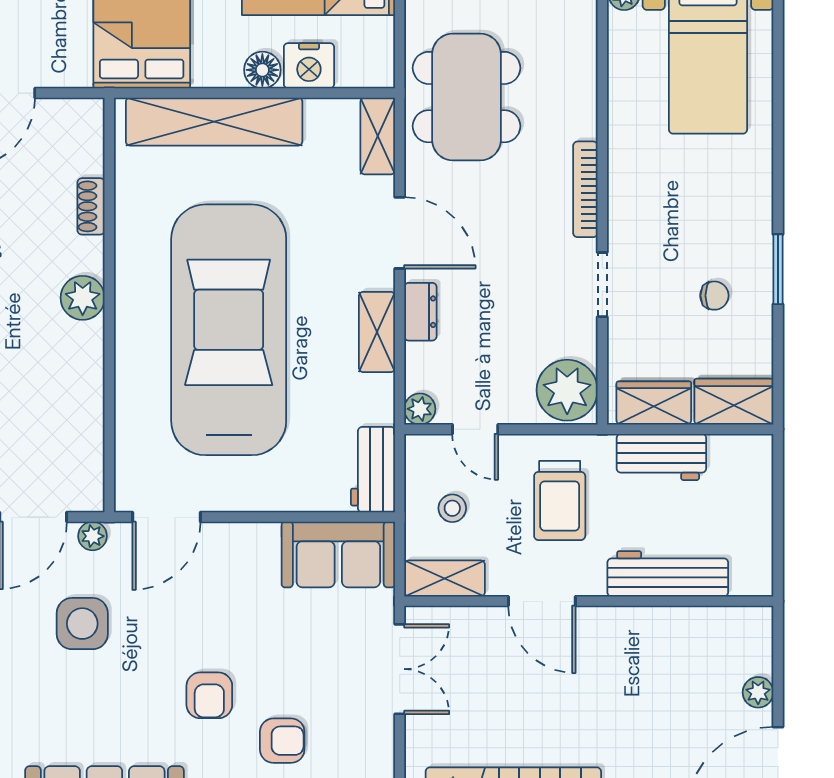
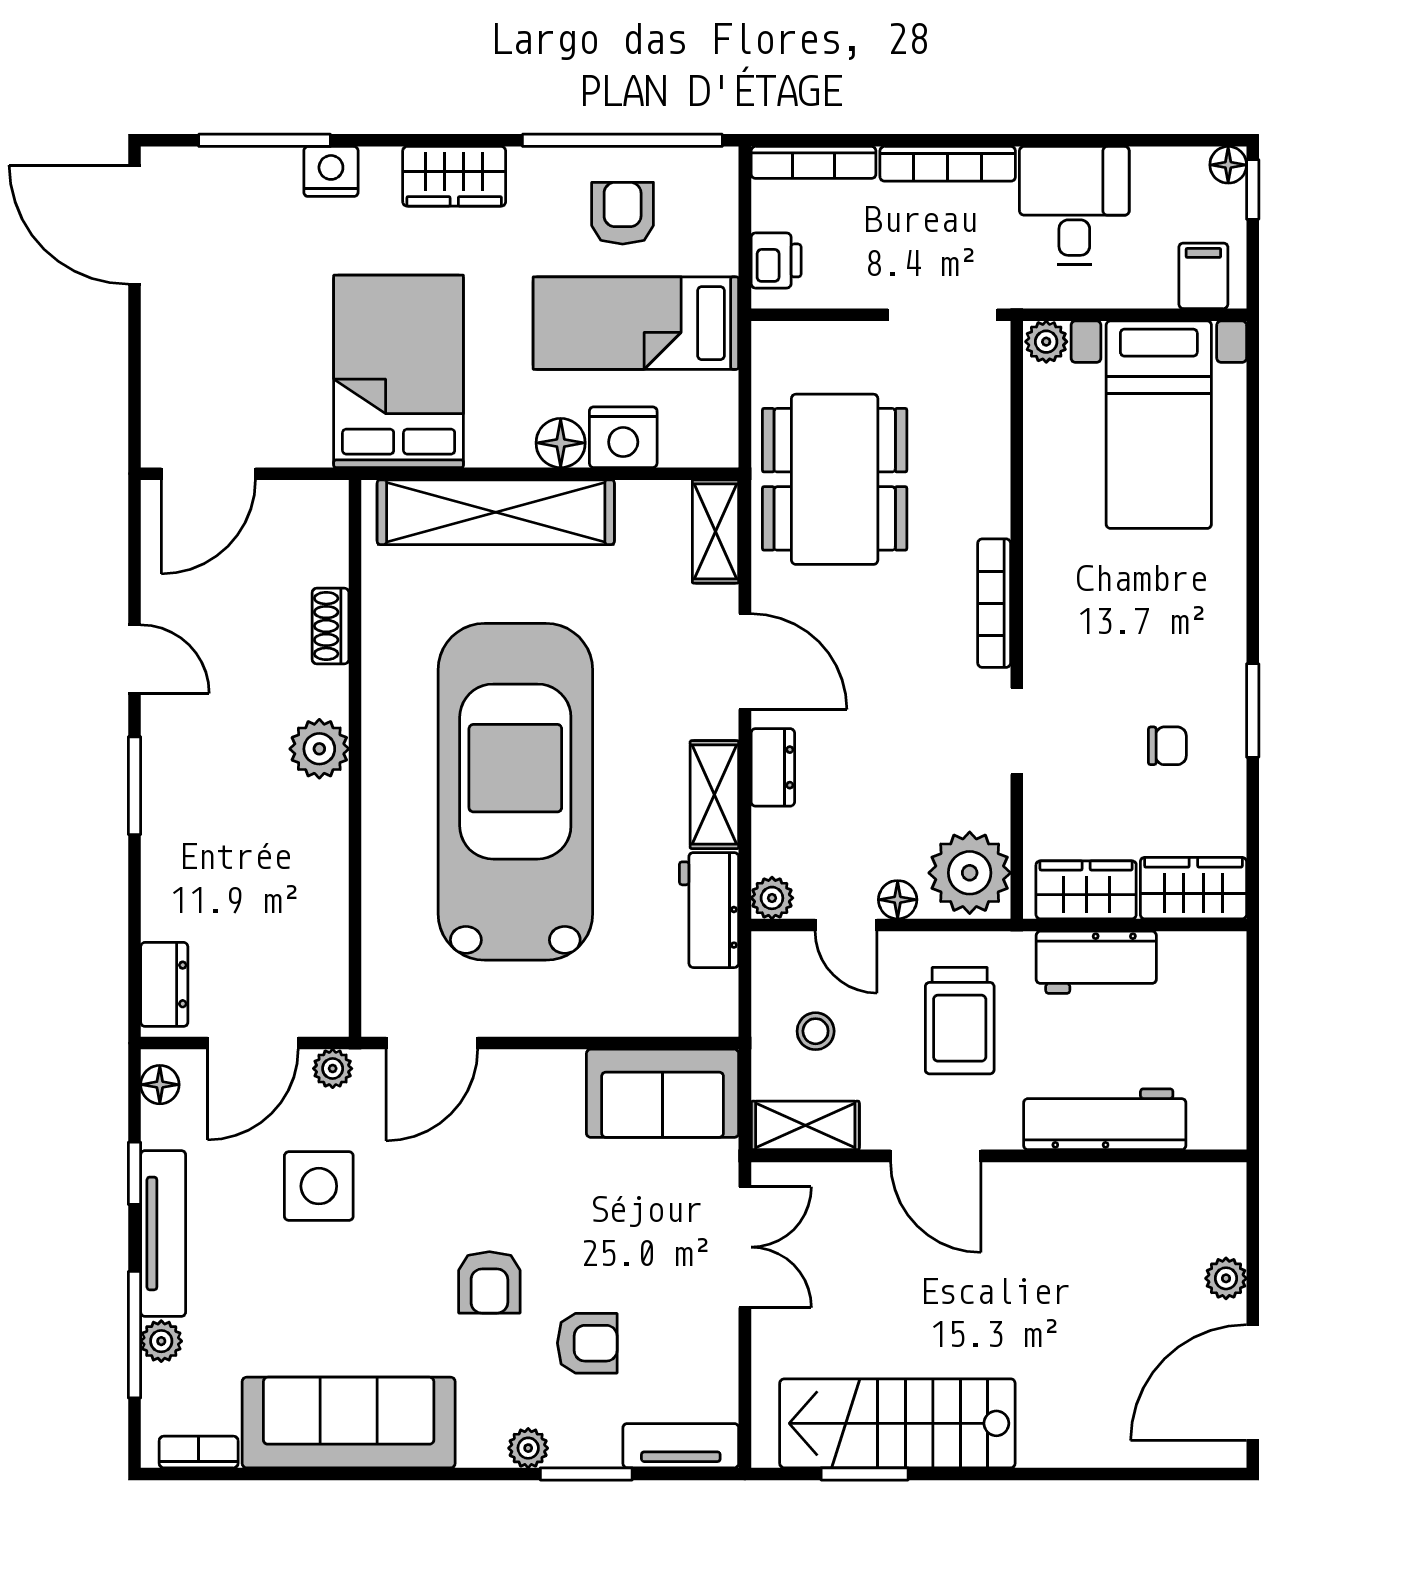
floor lamp: (513, 410) -> (898, 900), added
workbench: (373, 470) -> (709, 910), moved

